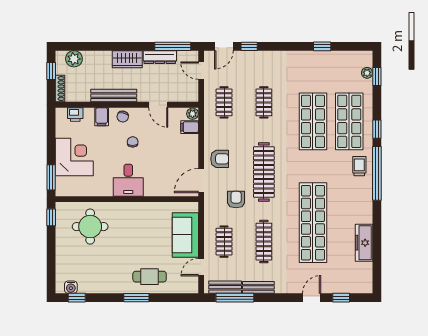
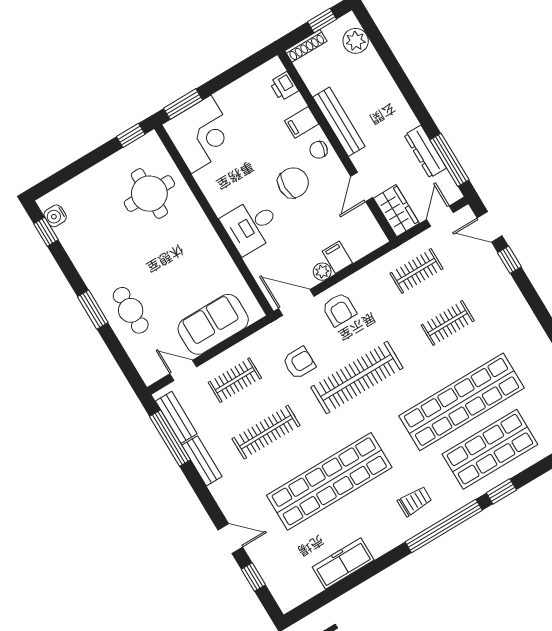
wardrobe: (127, 59) -> (396, 211), moved, turned 180
plant: (193, 114) -> (322, 272), moved
shop shelf: (313, 121) -> (461, 402), width x1.40
filing cabinet: (190, 127) -> (337, 257), moved
chair: (133, 142) -> (293, 183), width x1.87, depth x1.87
corner desk: (74, 157) -> (201, 134), moved
trolley: (359, 166) -> (415, 501), moved
desk: (128, 180) -> (251, 226), moved

